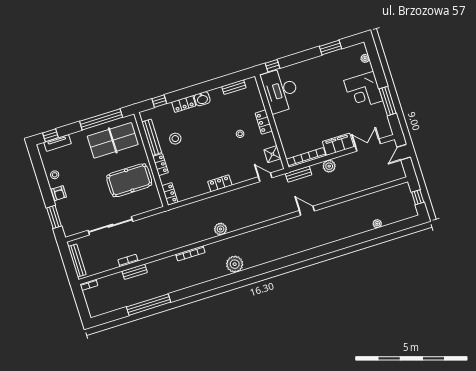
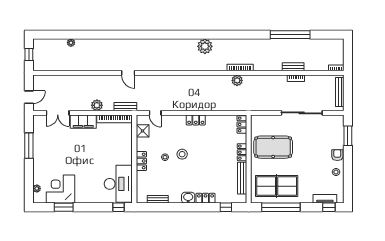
corner desk: (363, 91) -> (61, 189), moved, turned -90
stool: (175, 139) -> (182, 154), moved
plant: (220, 229) -> (237, 80), moved

